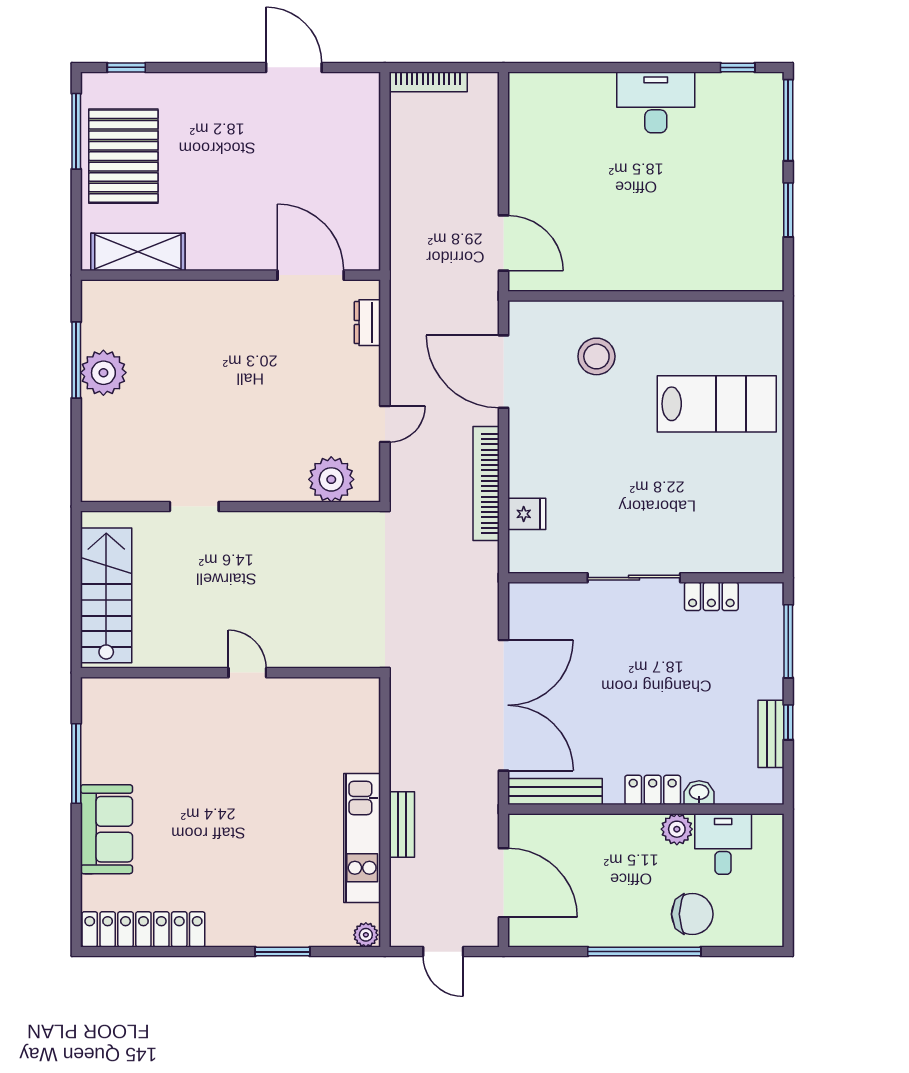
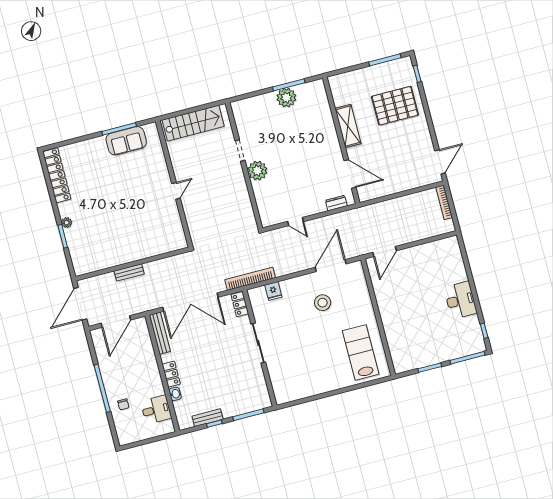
door: (294, 67) -> (440, 162), moved
pallet: (123, 156) -> (395, 106), moved
shelving: (138, 252) -> (348, 126), moved
door: (311, 275) -> (350, 174), hinge flipped
stool: (596, 356) -> (323, 303), moved
lab bench: (717, 404) -> (361, 352), moved, turned 180
plant: (331, 479) -> (257, 171), moved
bookcase: (486, 483) -> (250, 279), moved
locker: (711, 596) -> (240, 304), moved
sofa: (107, 829) -> (126, 141), moved
plant: (677, 829) -> (157, 389), removed
kitchen unit: (362, 838) -> (119, 257), removed
chair: (692, 914) -> (123, 404), width x0.54, depth x0.54
plant: (366, 935) -> (67, 223), moved
door: (443, 952) -> (80, 304), width x1.88

